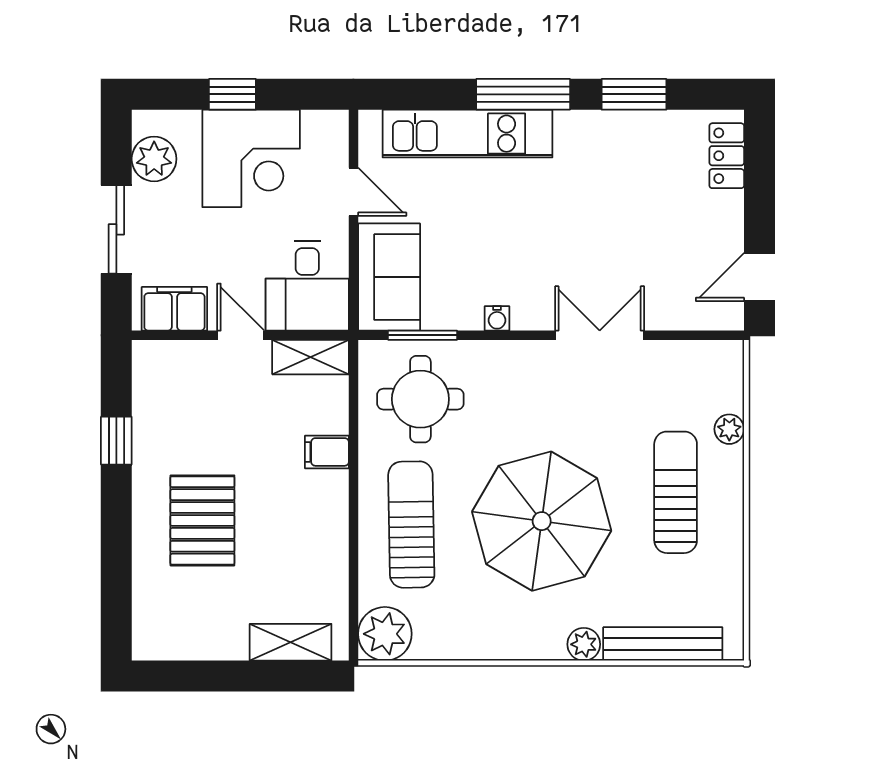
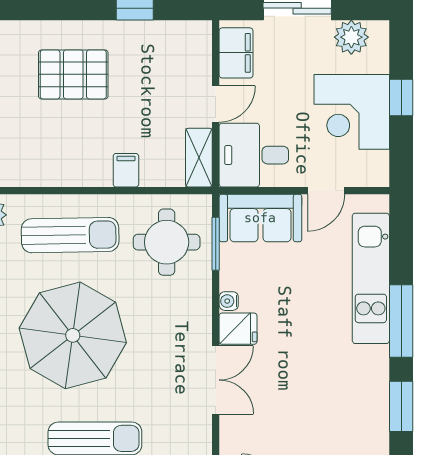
fridge: (533, 306) -> (238, 329), added

